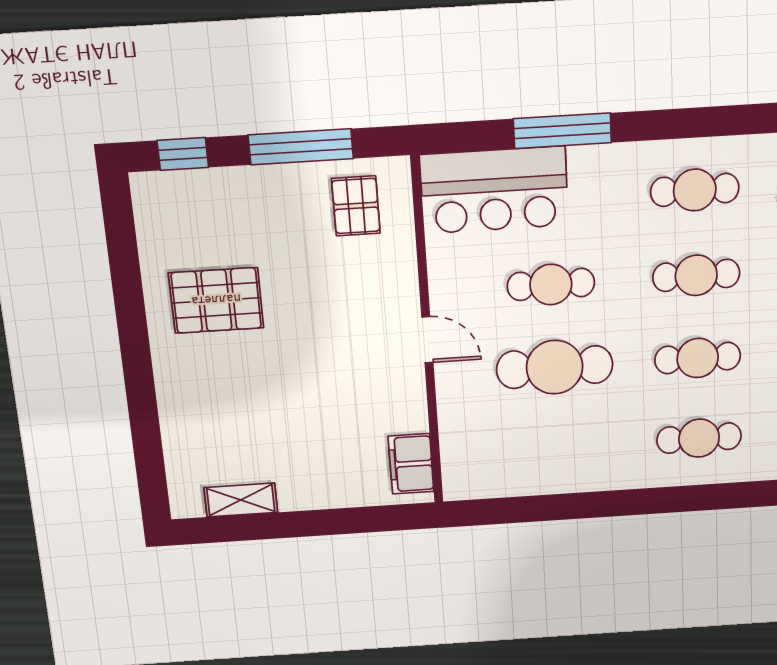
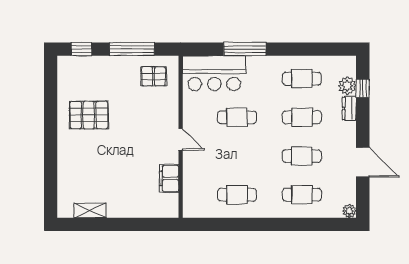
pallet: (356, 206) -> (154, 76), turned 90
cafe table: (555, 367) -> (237, 195), moved, width x0.73, depth x0.74
filing cabinet: (411, 464) -> (169, 178), moved

